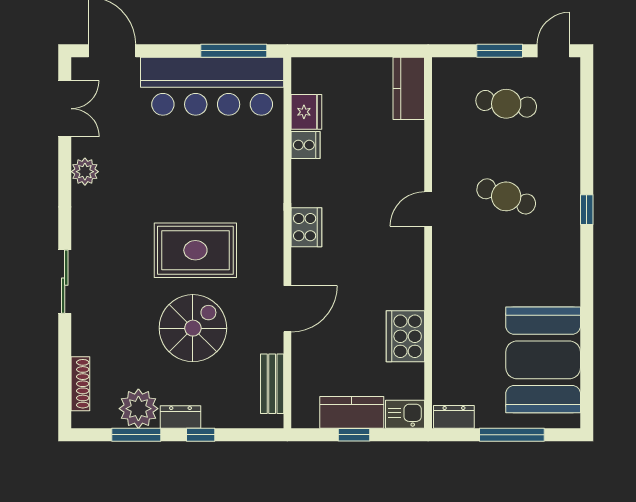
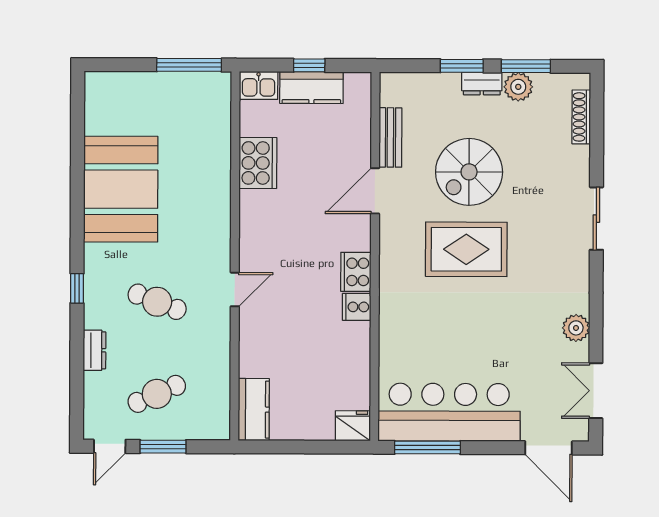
cafe table: (506, 104) -> (157, 394), turned -33
fridge: (306, 112) -> (353, 426), moved, turned 90
cooker: (305, 145) -> (357, 307), moved
booth: (543, 360) -> (121, 189), moved
bench: (272, 384) -> (390, 137), moved
plant: (138, 409) -> (518, 87), width x0.73, depth x0.73
dresser: (454, 417) -> (94, 350), moved, turned -90
window: (201, 435) -> (462, 66), width x1.50
window: (512, 435) -> (189, 65), moved

